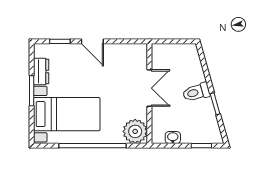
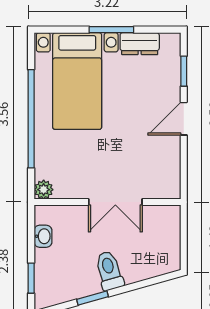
plant: (135, 131) -> (44, 190), width x0.53, depth x0.53

